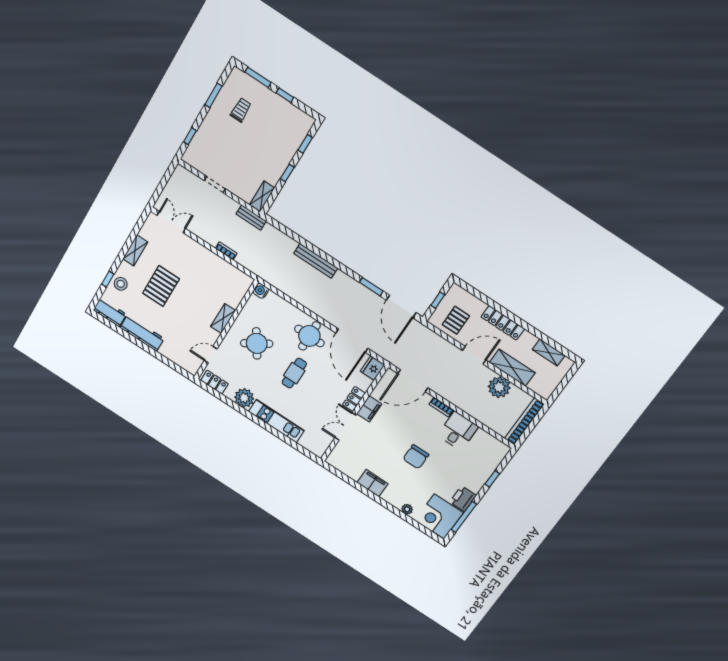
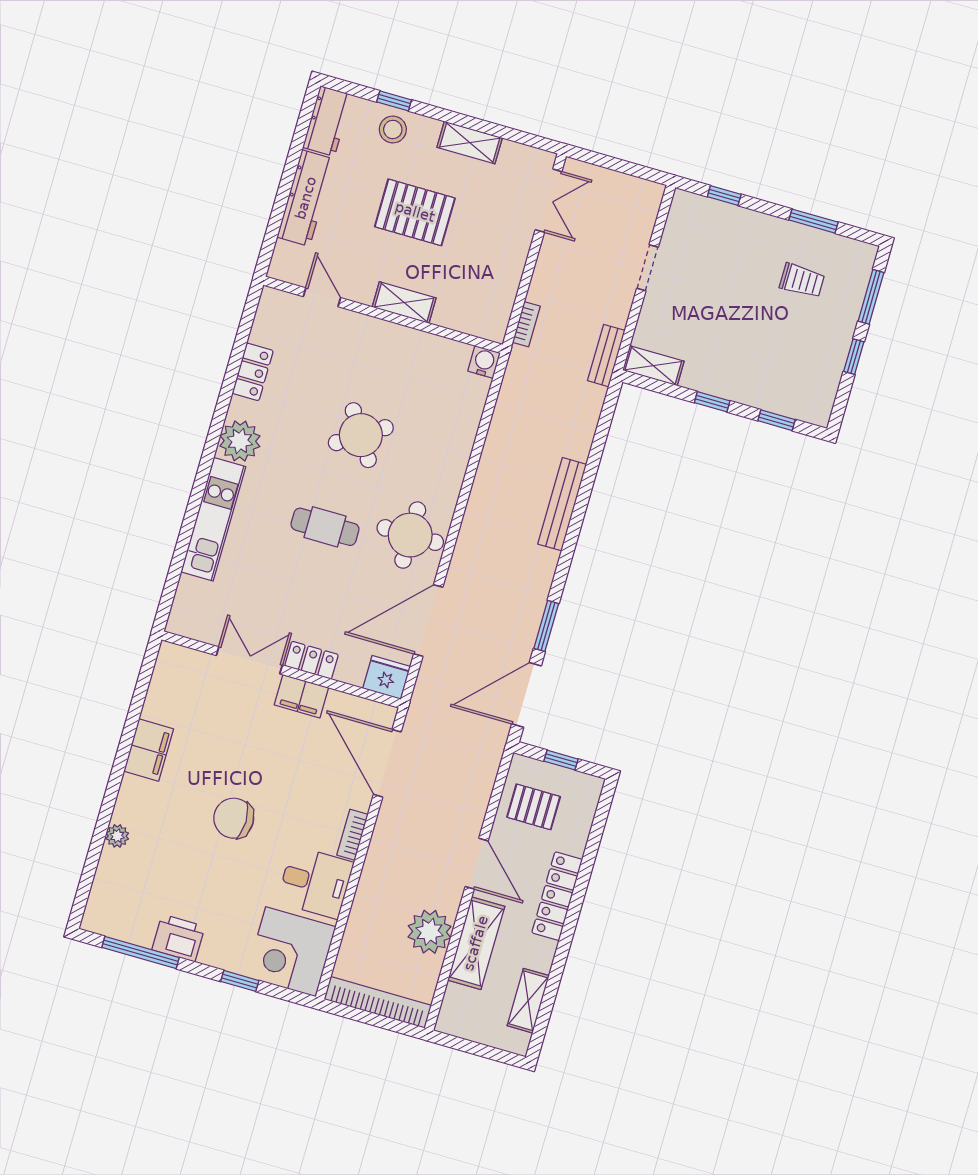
water cooler: (261, 291) -> (484, 362), moved
shelving: (223, 319) -> (404, 303), moved
wall: (226, 330) -> (383, 315), moved
door: (211, 355) -> (322, 297), moved
corner desk: (439, 516) -> (291, 952), moved, turned -90

